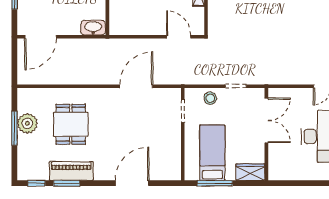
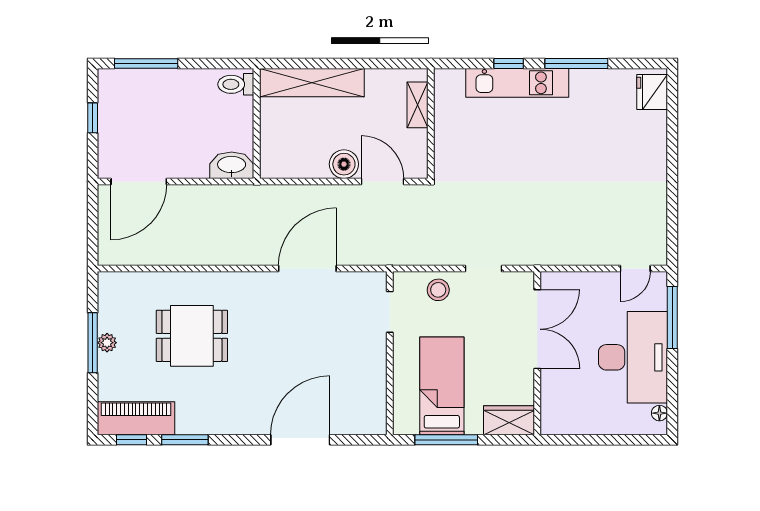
boiler: (157, 27) -> (344, 164), added
plant: (27, 123) -> (107, 343), width x0.53, depth x0.53
dining table: (71, 124) -> (192, 336), turned 90
piano: (71, 171) -> (136, 418), moved

